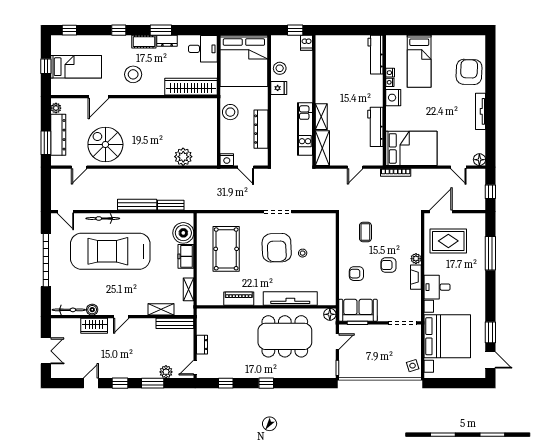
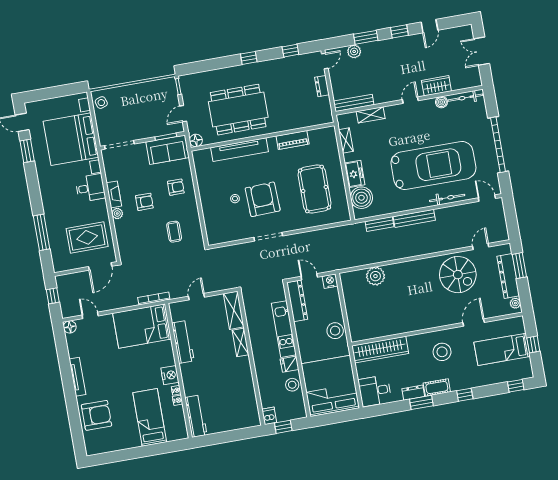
armchair: (469, 72) -> (96, 415), turned -92
dresser: (261, 129) -> (297, 301), moved
kitchen unit: (305, 129) -> (284, 329), moved, turned 180

